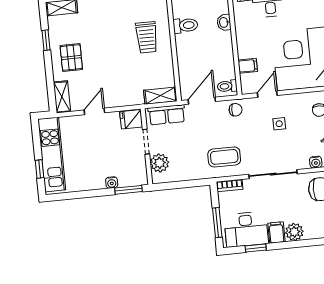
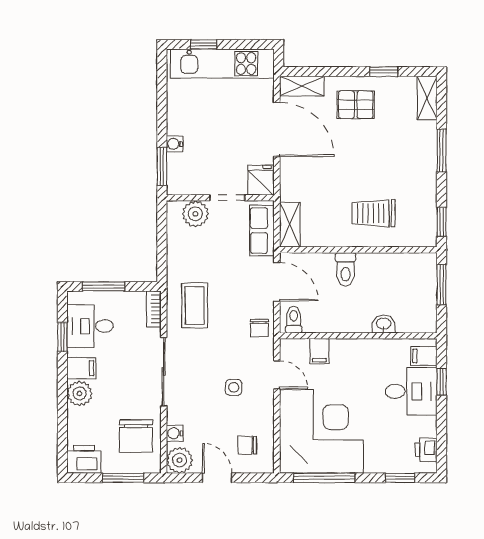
toilet: (185, 25) -> (346, 269), moved
door: (94, 111) -> (277, 130), width x1.88
desk: (246, 229) -> (90, 326), width x0.73

